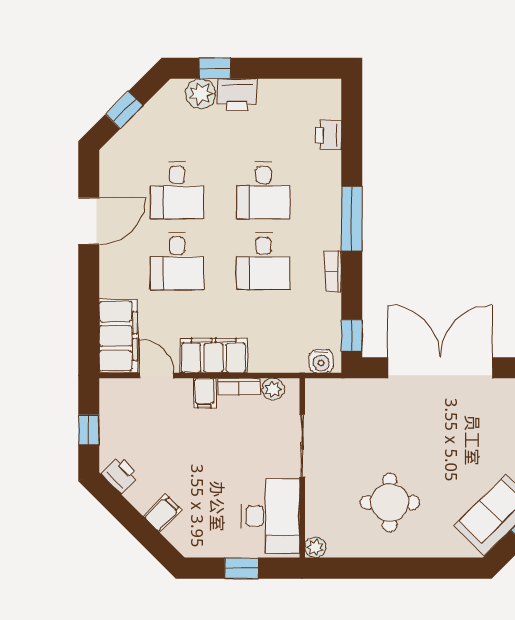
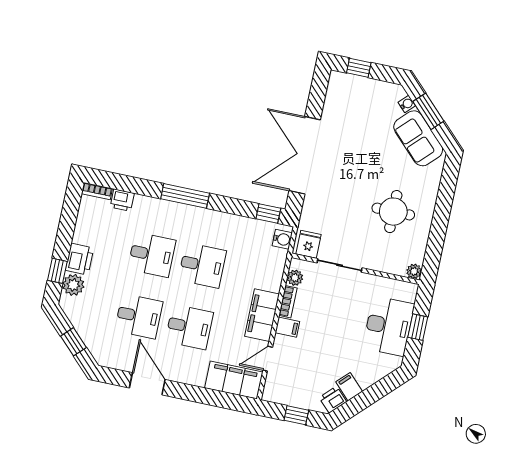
bookcase: (333, 271) -> (97, 191), moved
fridge: (322, 398) -> (309, 244), added
filing cabinet: (162, 513) -> (349, 387), moved
desk: (270, 516) -> (388, 326), moved, turned 90

